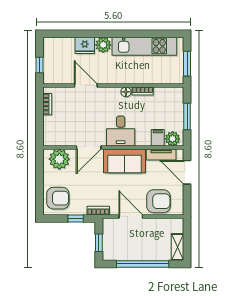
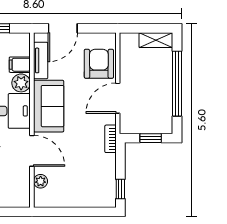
plant: (173, 139) -> (21, 83), moved
plant: (59, 159) -> (41, 181), width x0.53, depth x0.53
armchair: (58, 198) -> (95, 189), removed
window: (76, 218) -> (120, 189), moved

